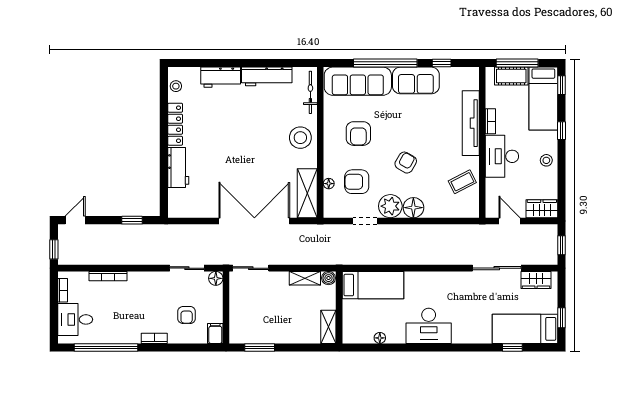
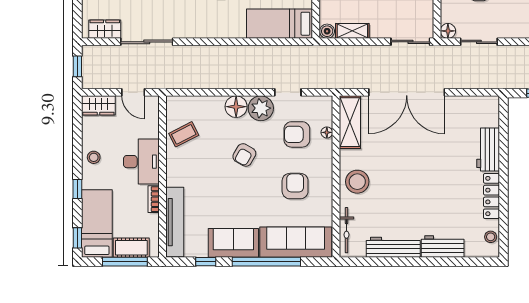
tv unit: (471, 123) -> (175, 222), moved
armchair: (357, 182) -> (297, 134), turned 180

